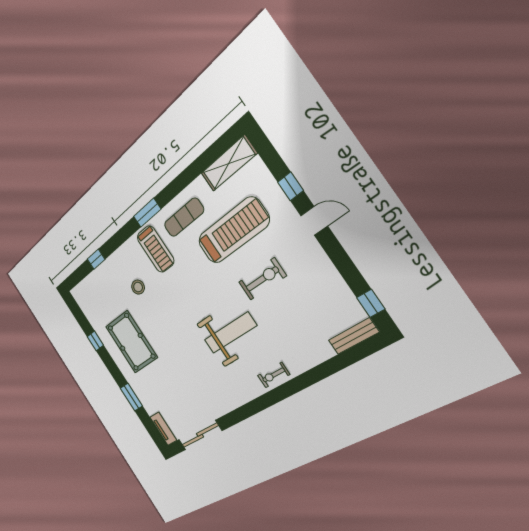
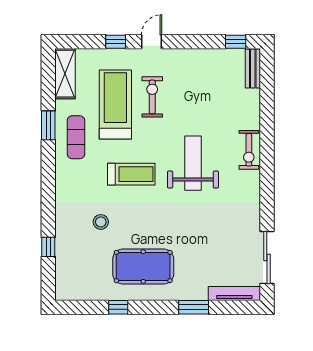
window: (147, 213) -> (48, 125), moved
treadmill: (156, 249) -> (131, 174), moved
exercise bike: (262, 279) -> (152, 97), moved
exercise bike: (274, 375) -> (249, 150), width x1.38, depth x1.39
tv unit: (163, 429) -> (234, 293), width x1.41

